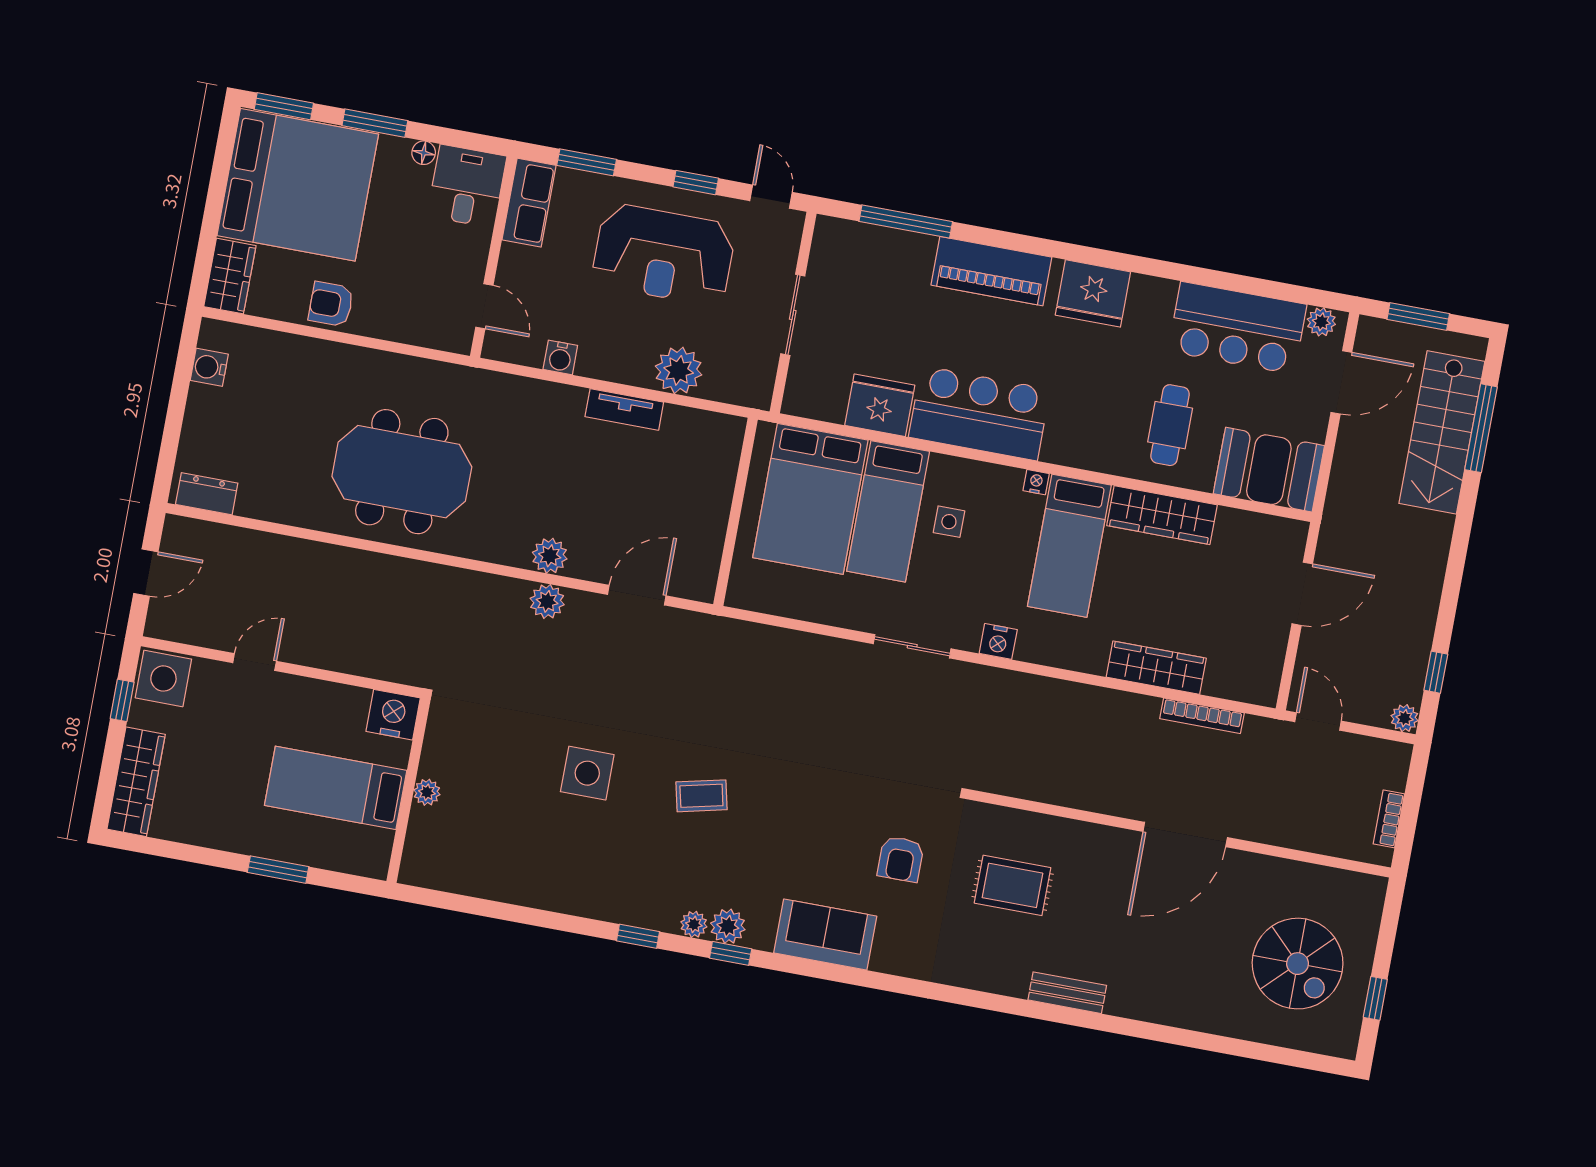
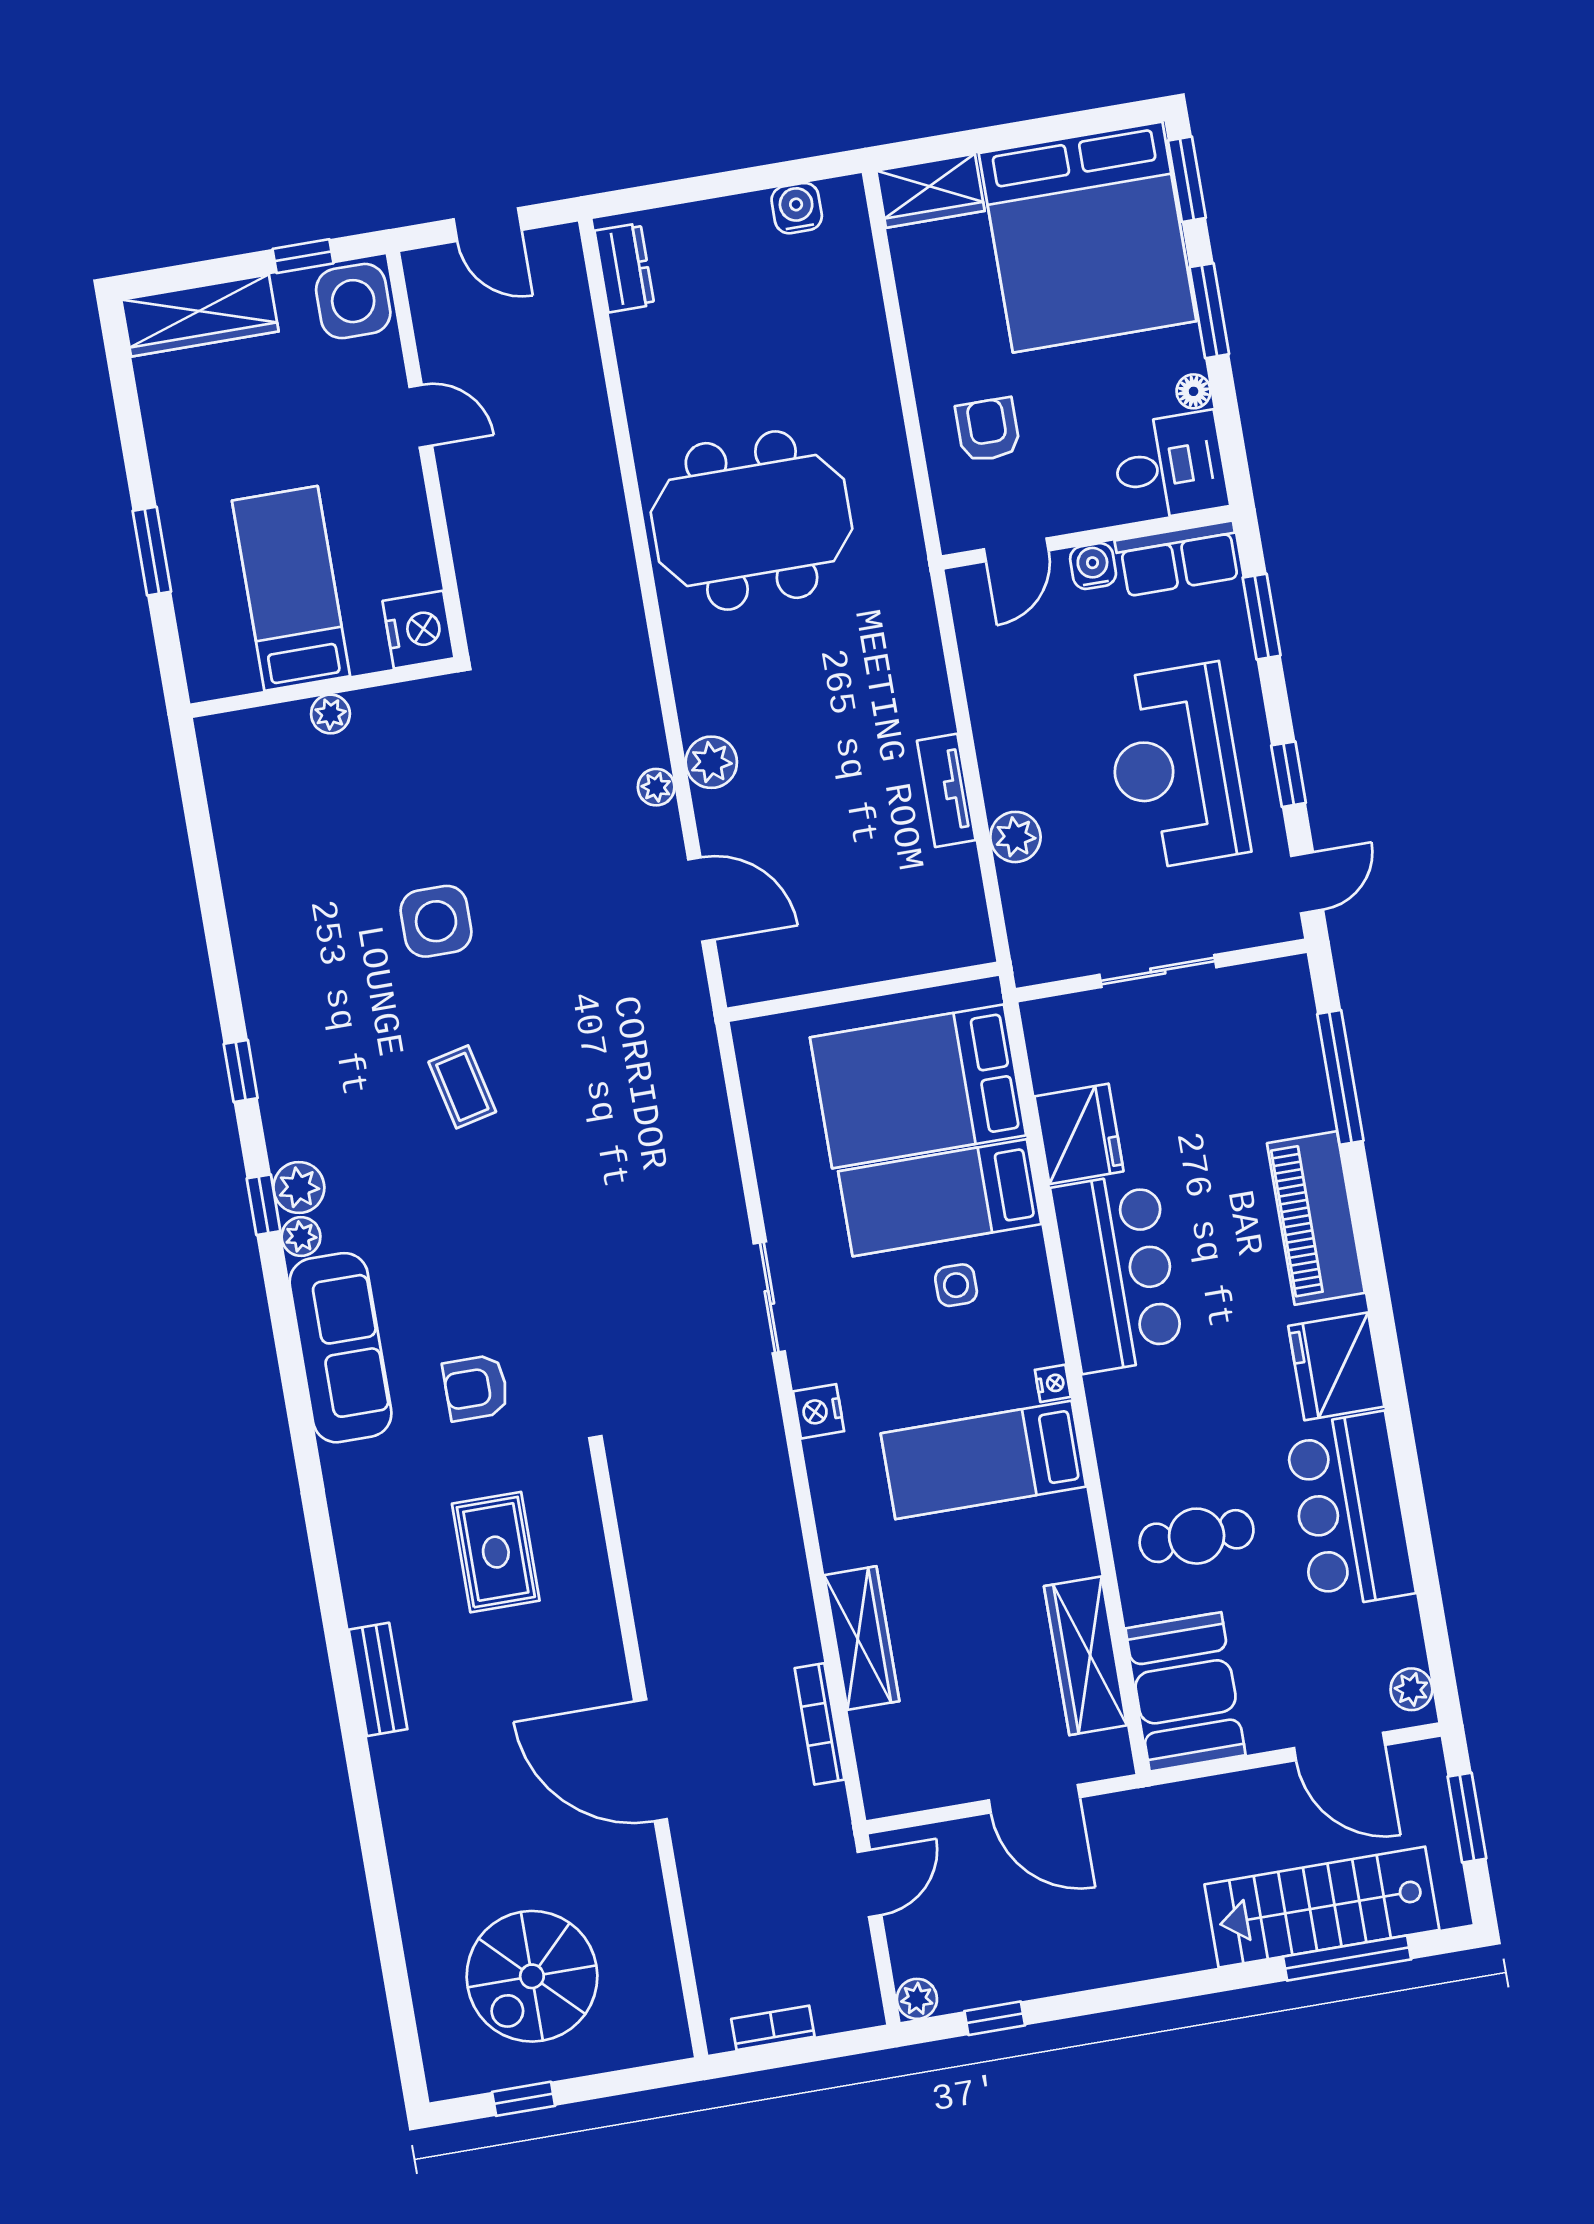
armchair: (331, 304) -> (988, 430), moved
bar counter: (1237, 328) -> (1350, 1510), moved
water cooler: (560, 357) -> (1093, 566), moved, turned 90
plant: (679, 370) -> (1015, 837), width x0.73, depth x0.73
meeting table: (402, 472) -> (751, 521), turned 90
wardrobe: (1162, 515) -> (1085, 1656), moved
plant: (547, 601) -> (656, 787), width x0.73, depth x0.73
plant: (694, 924) -> (301, 1237), moved
sofa: (825, 935) -> (340, 1348), width x1.36

